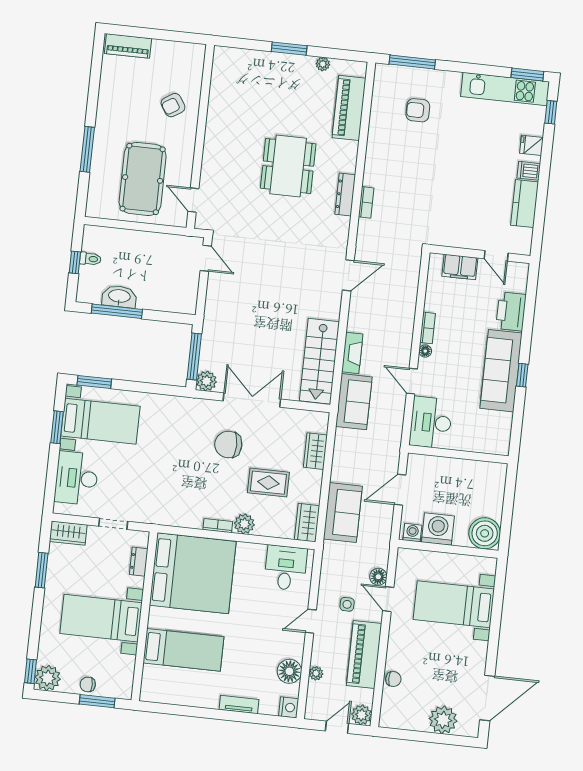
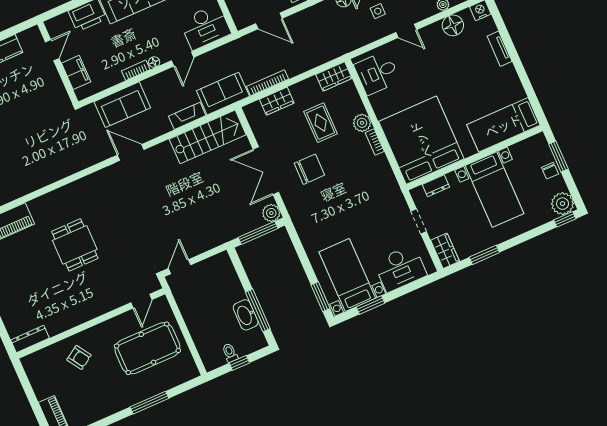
dining table: (288, 166) -> (75, 245), width x0.73
dresser: (345, 194) -> (30, 339), moved, turned 180
bookcase: (366, 202) -> (268, 83), moved, width x1.56
chair: (228, 444) -> (309, 169), turned -90
sofa: (343, 513) -> (122, 105), moved, turned 180
bed: (183, 650) -> (503, 125), moved, turned -90

